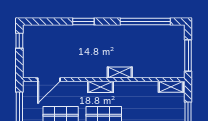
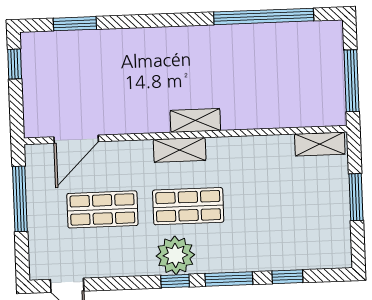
window: (83, 22) -> (75, 24), moved
shelving: (120, 72) -> (195, 121), moved

